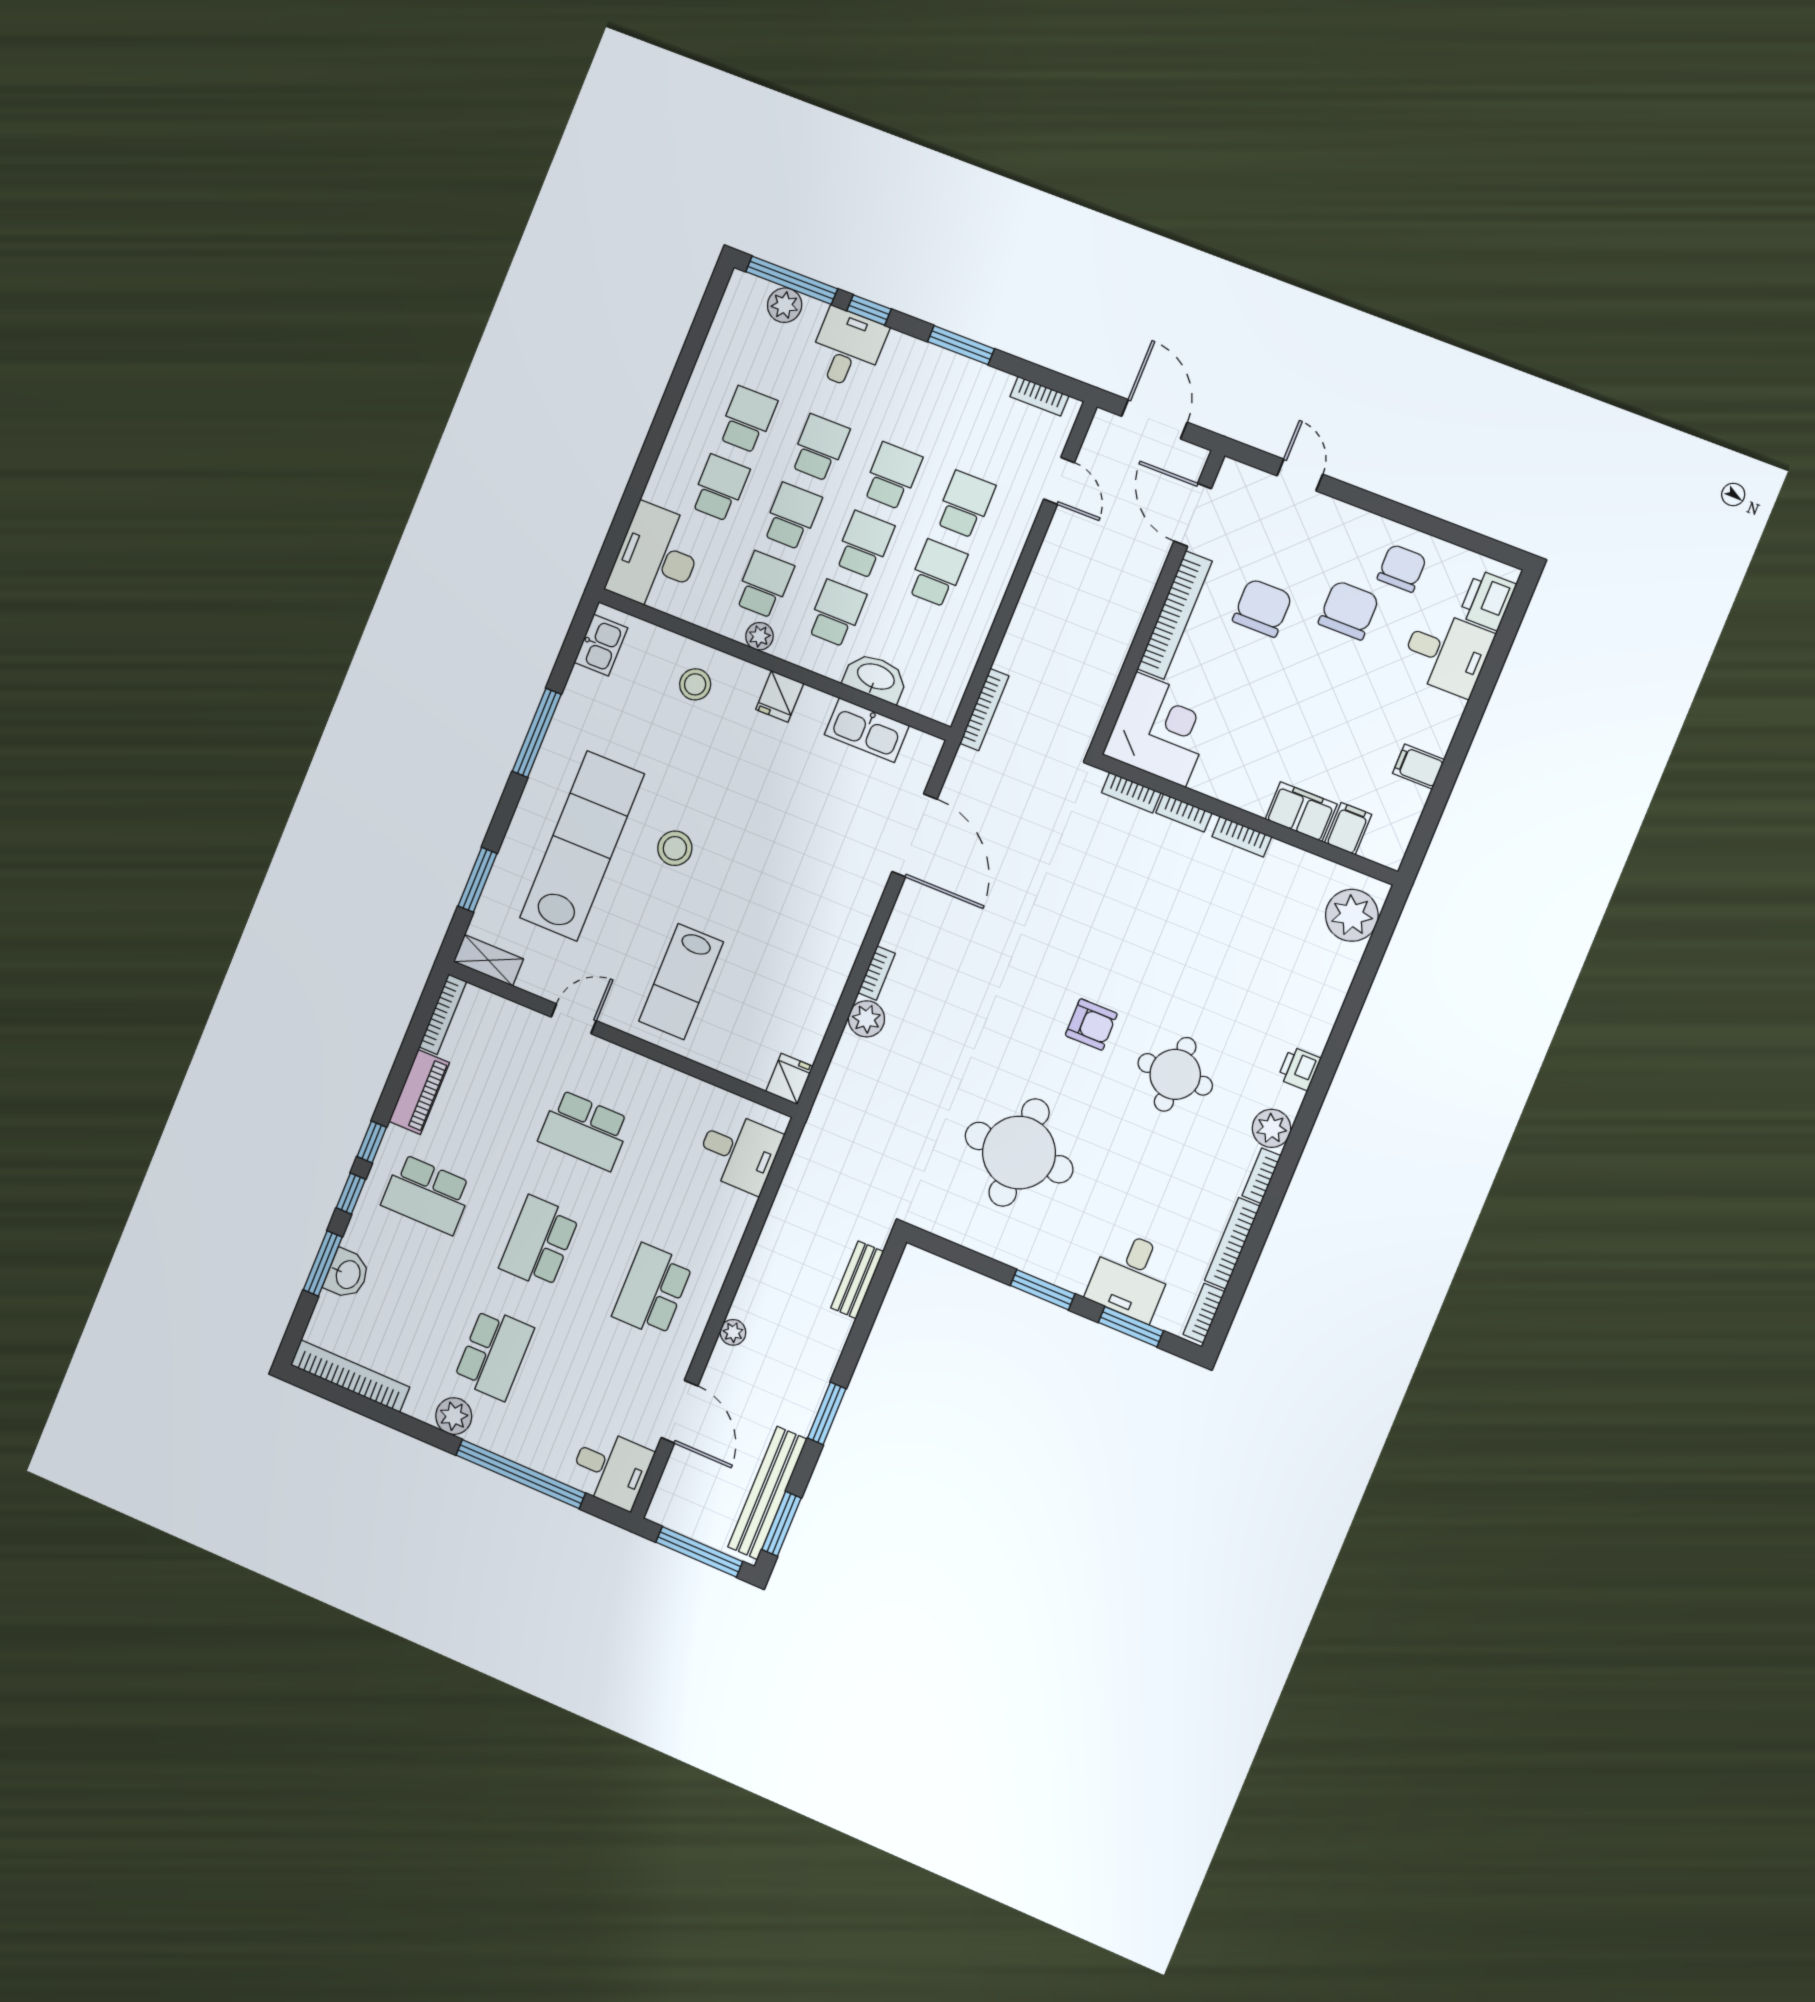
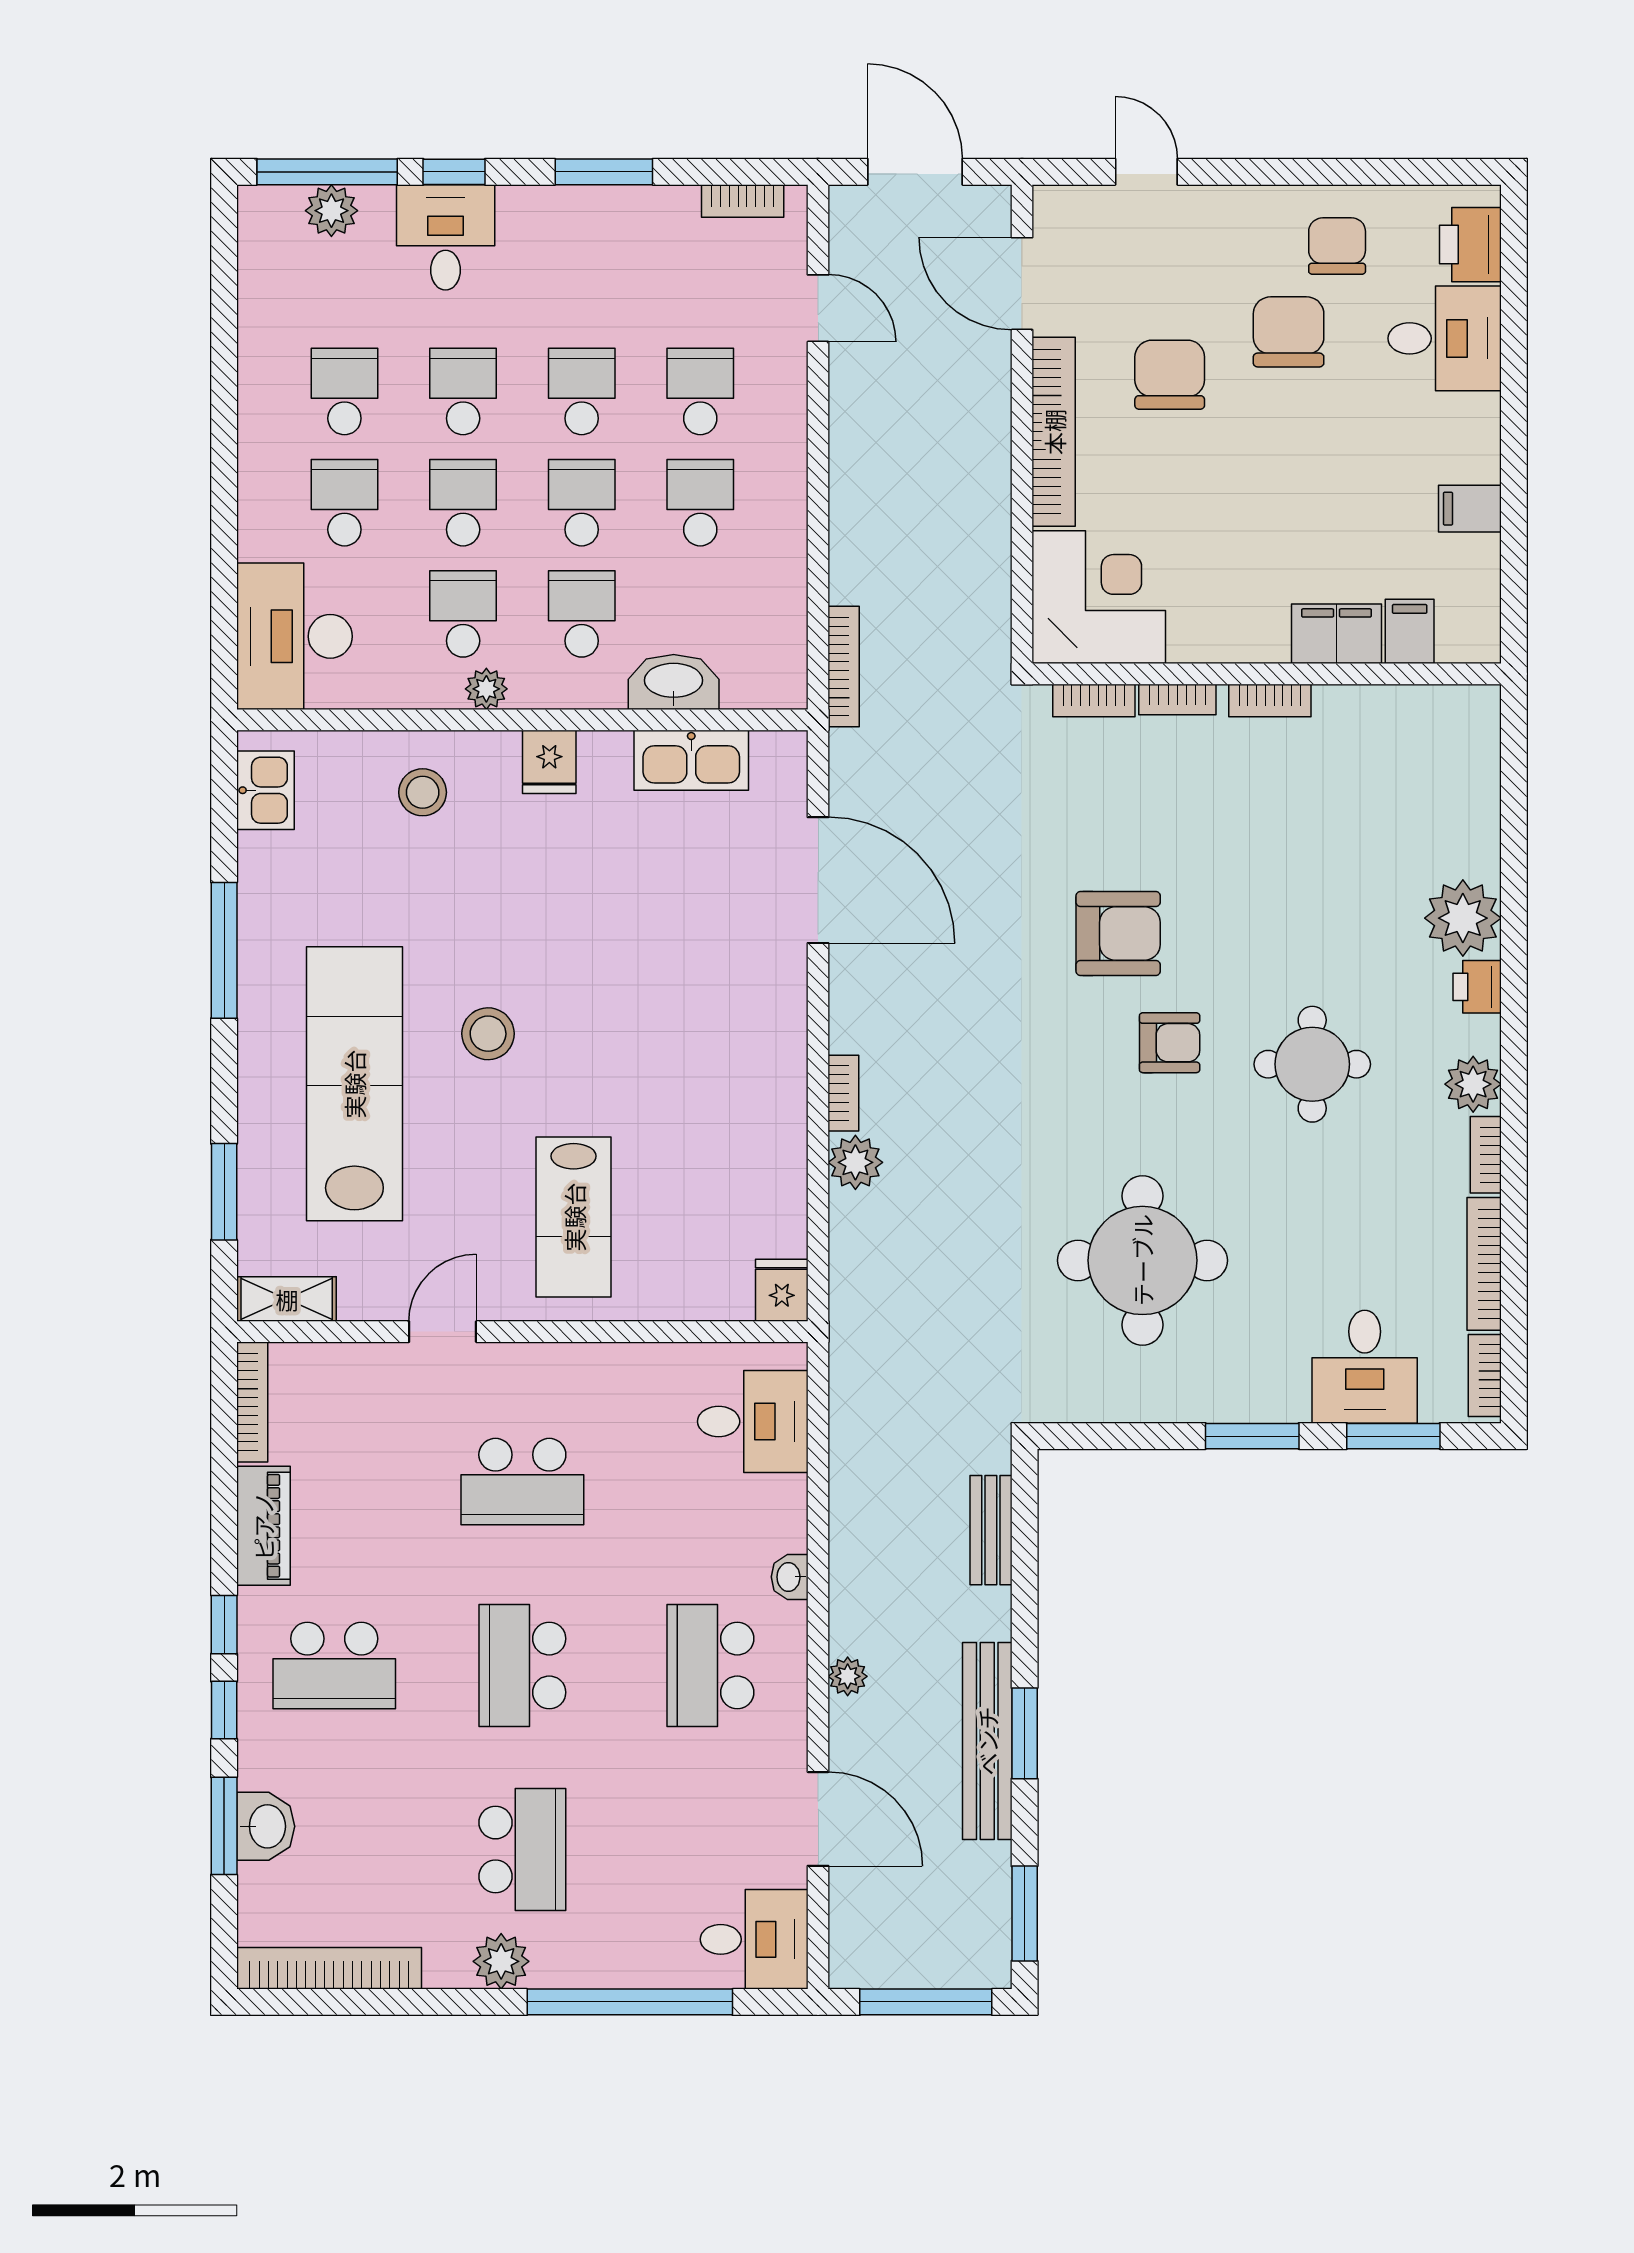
plant: (1352, 915) -> (1463, 918), moved
armchair: (1087, 944) -> (1118, 934), added
washbasin: (722, 1257) -> (790, 1577), added
bench: (767, 1493) -> (987, 1741), moved

